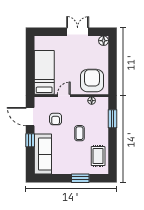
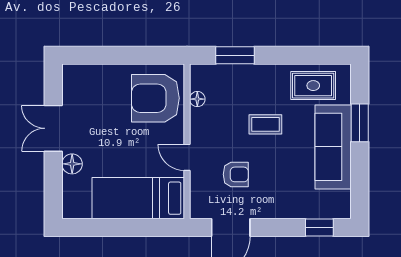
floor lamp: (104, 41) -> (72, 164), moved
window: (30, 140) -> (319, 228), moved
sofa: (43, 154) -> (333, 147), moved, turned -90

